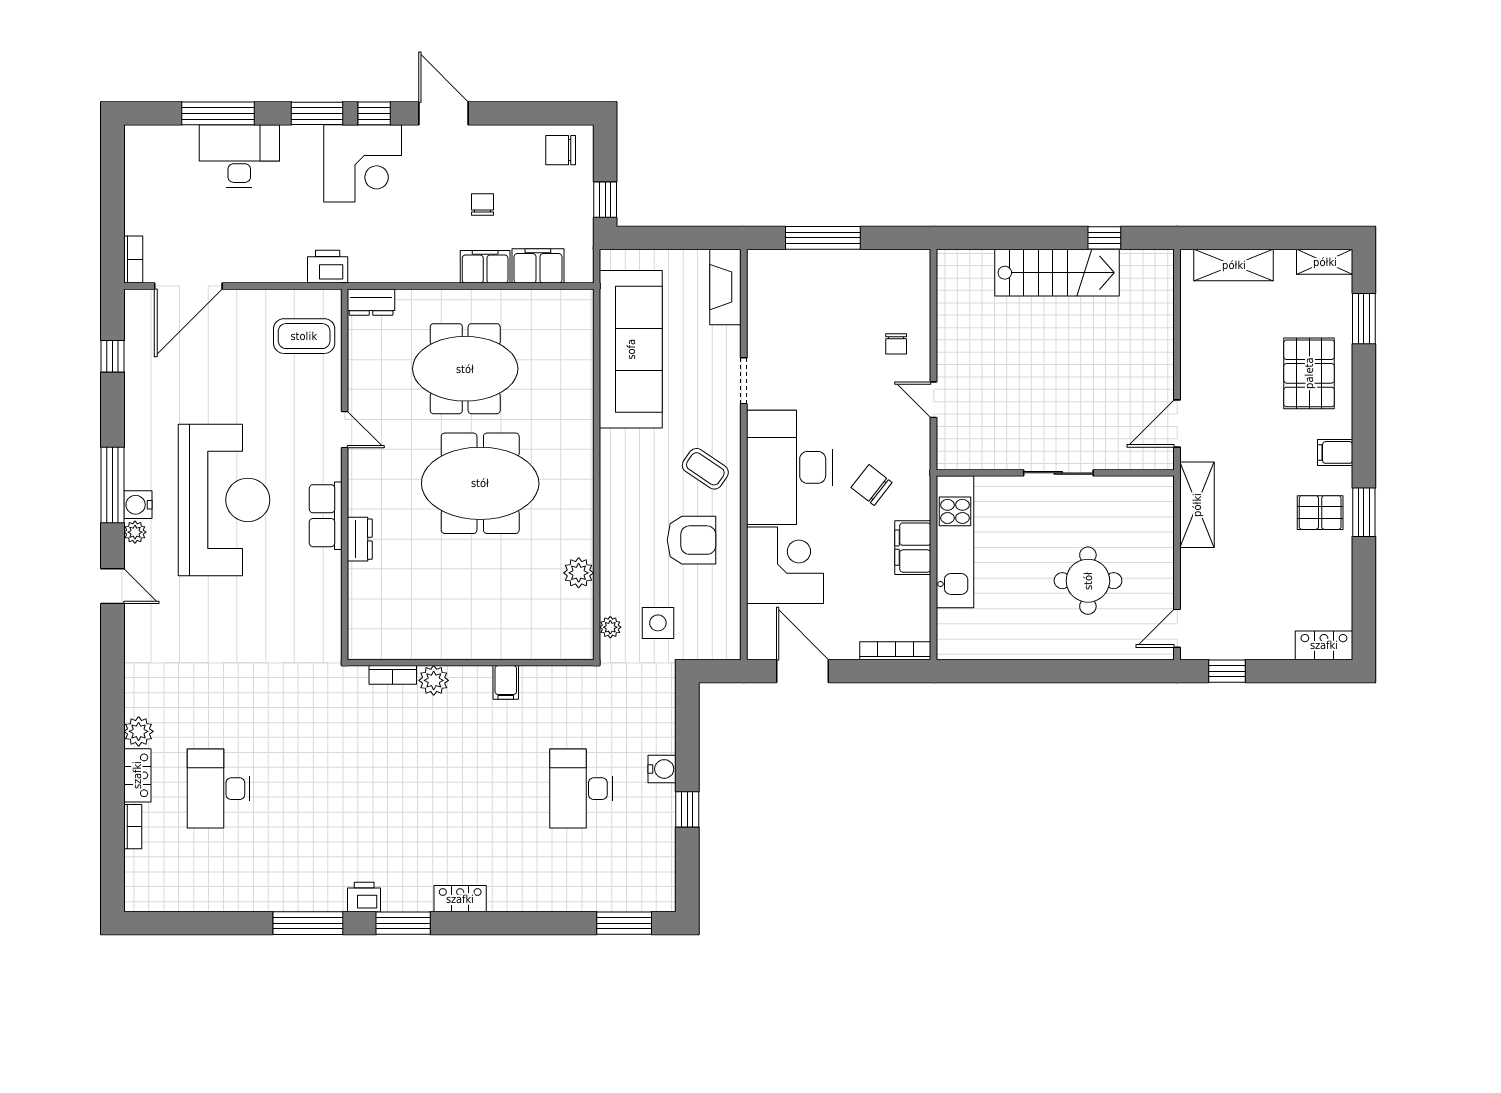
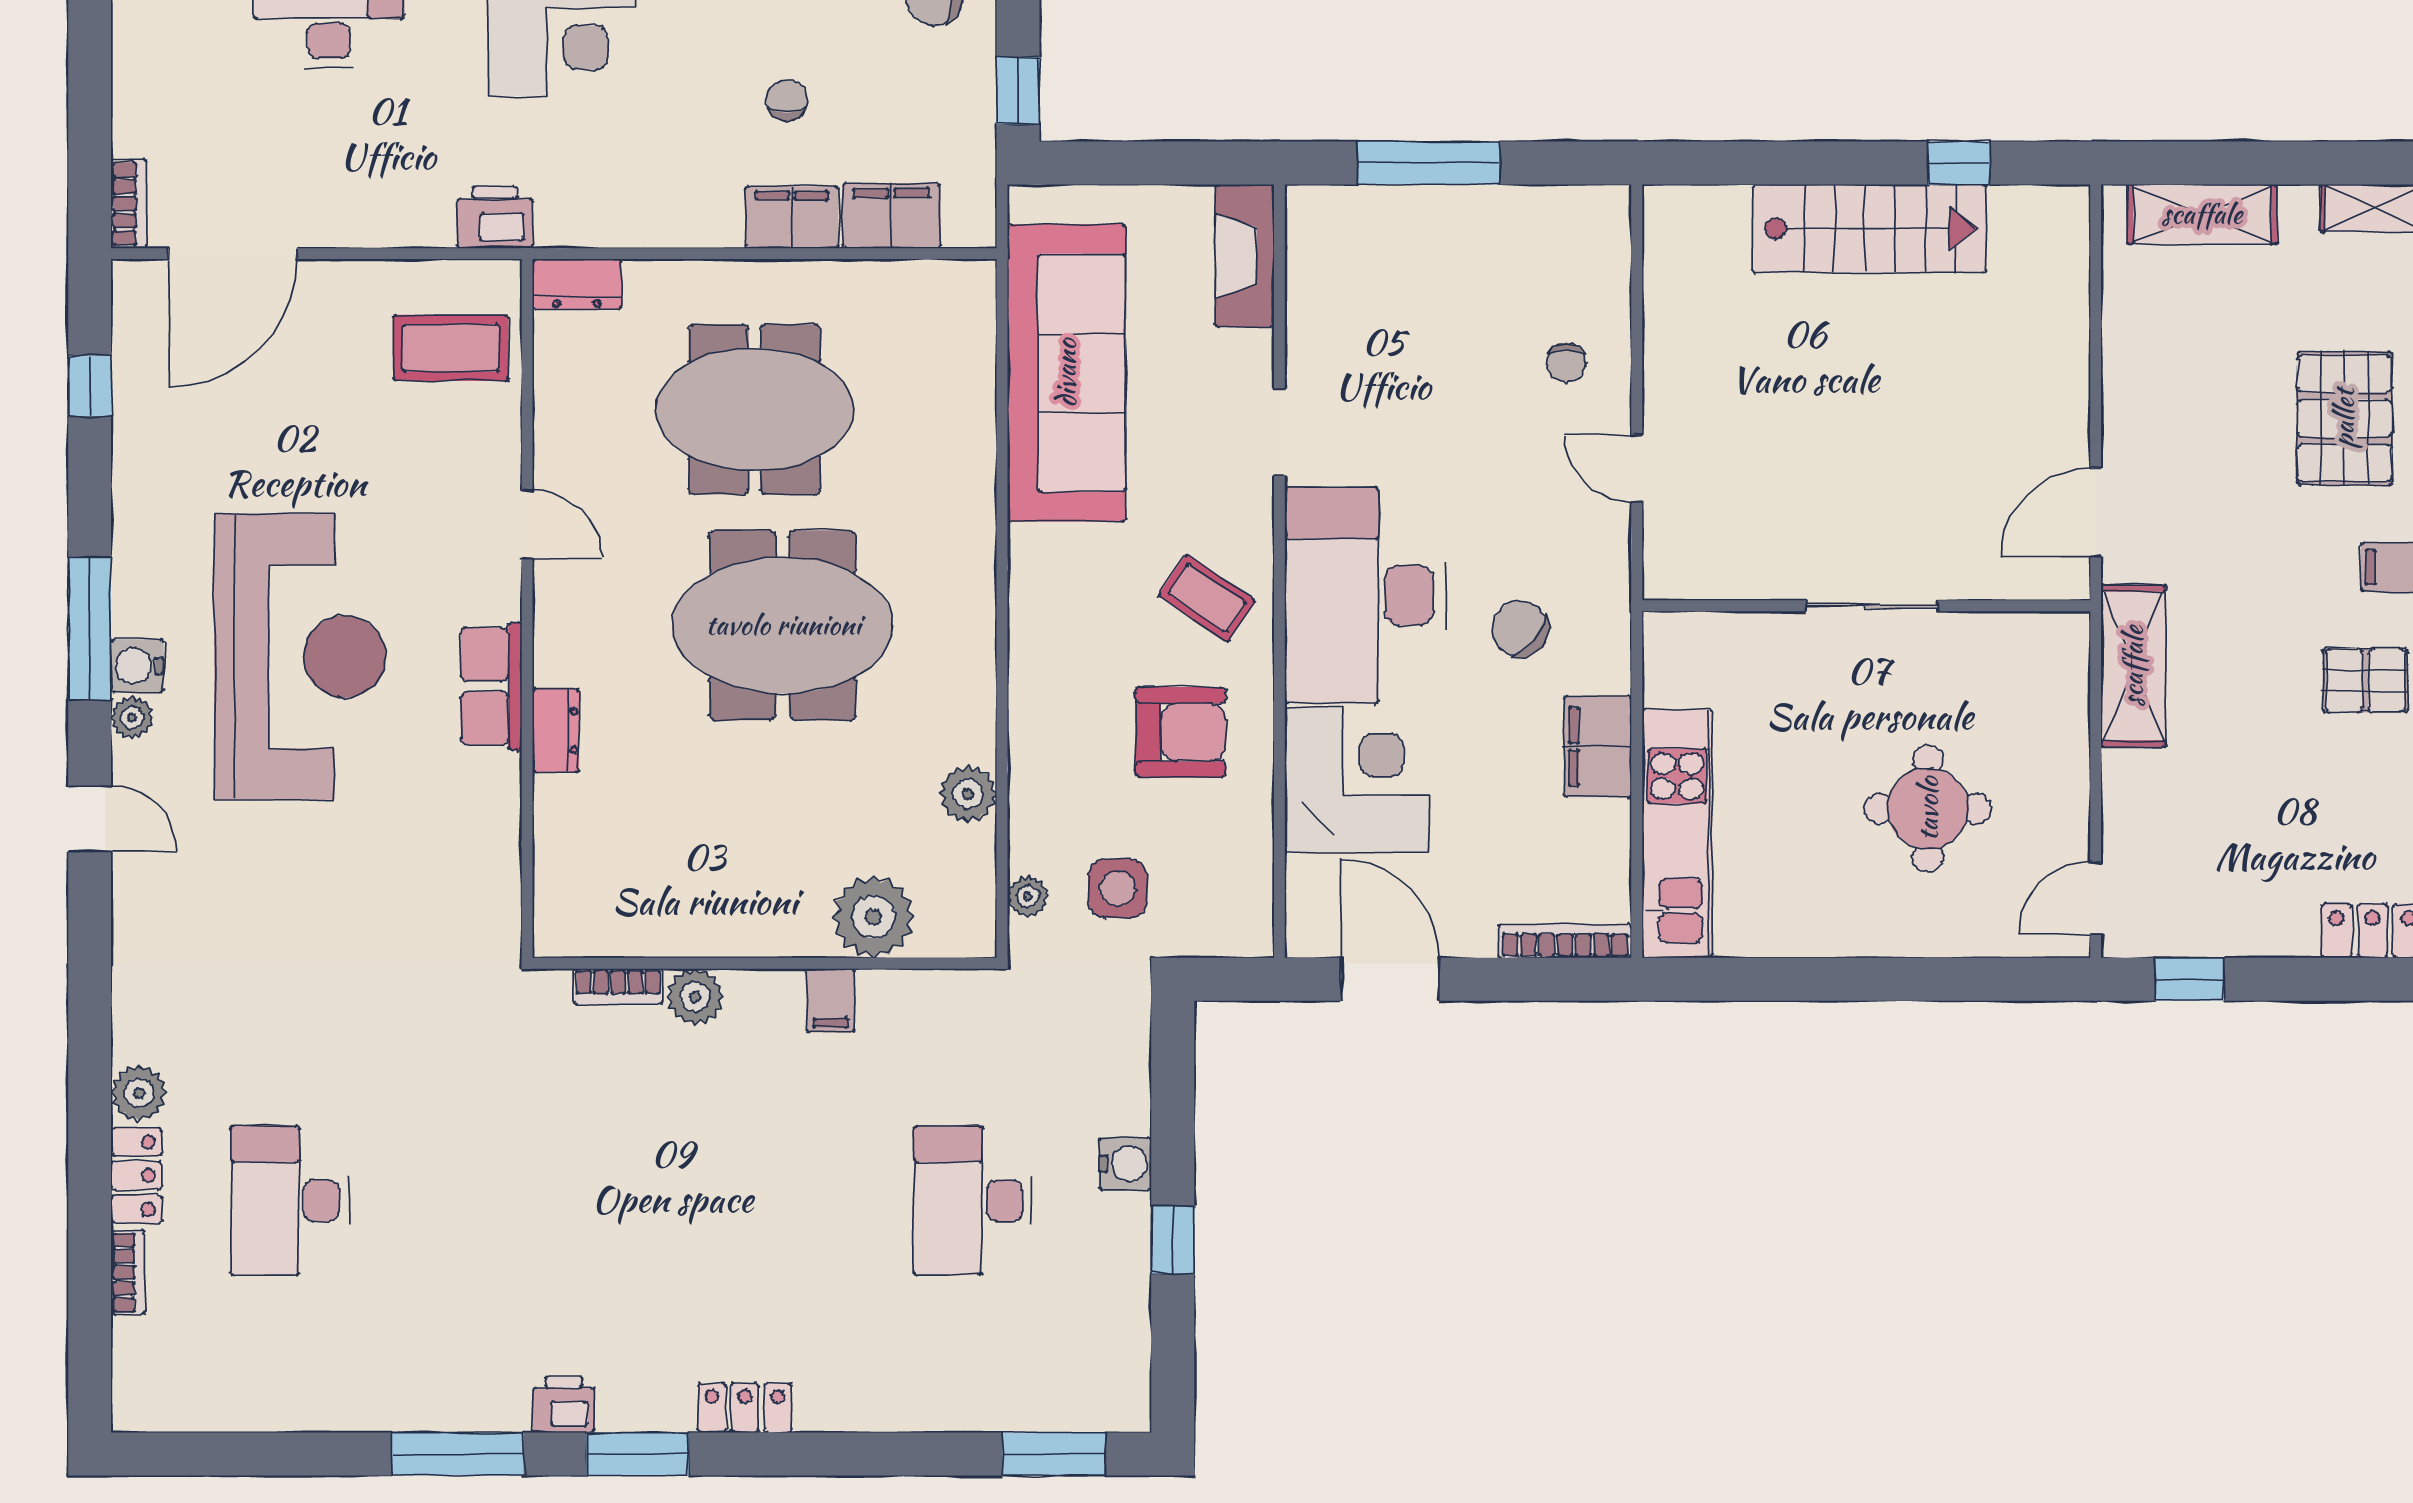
kitchen unit: (955, 542) -> (1677, 834), moved
plant: (528, 638) -> (874, 917), added

